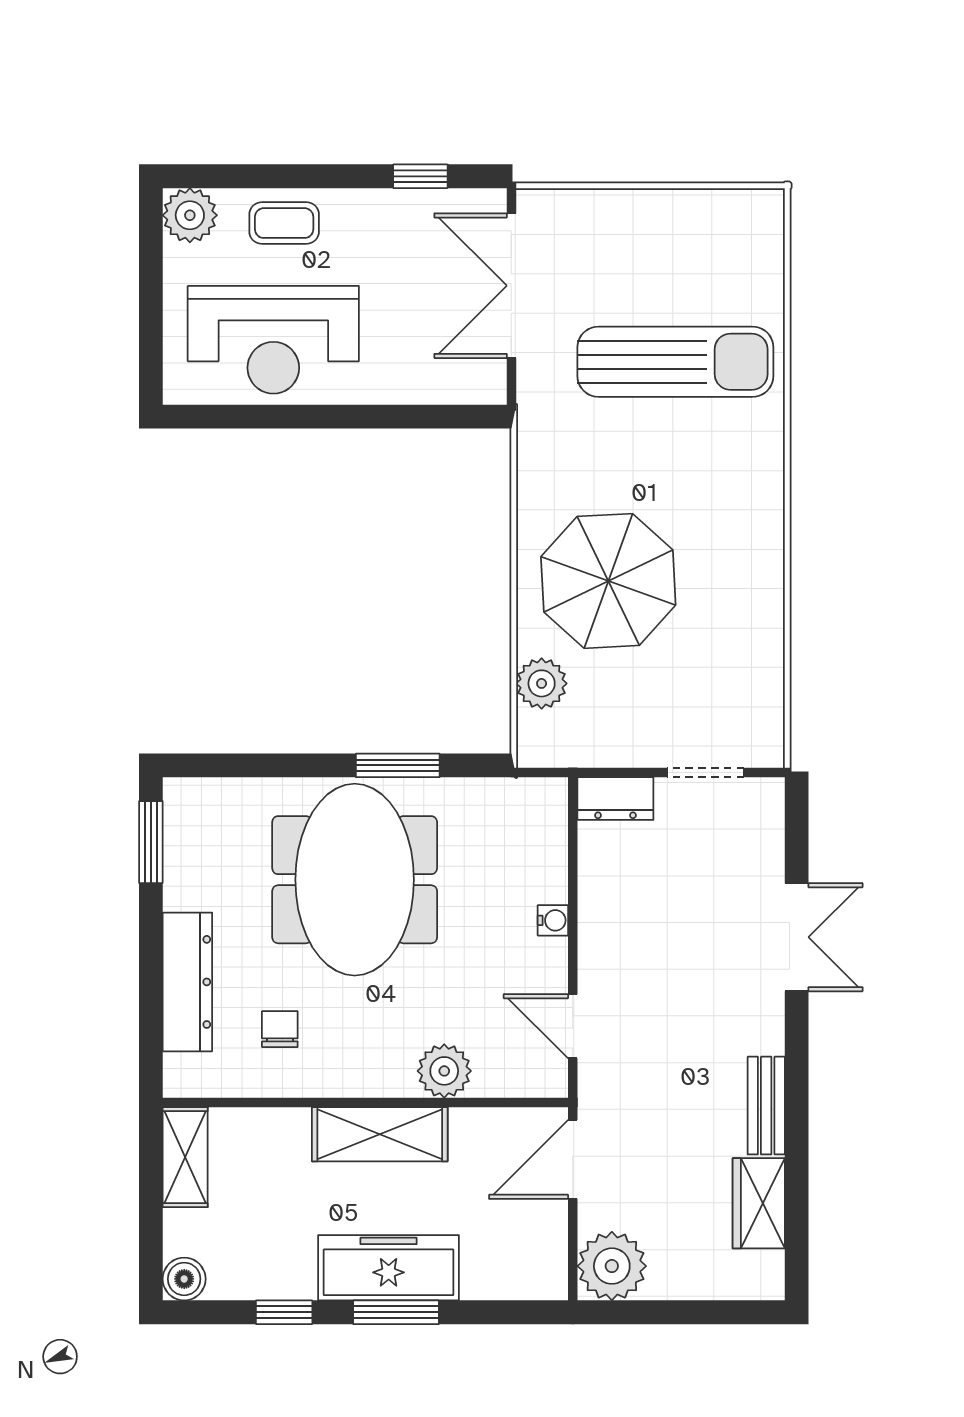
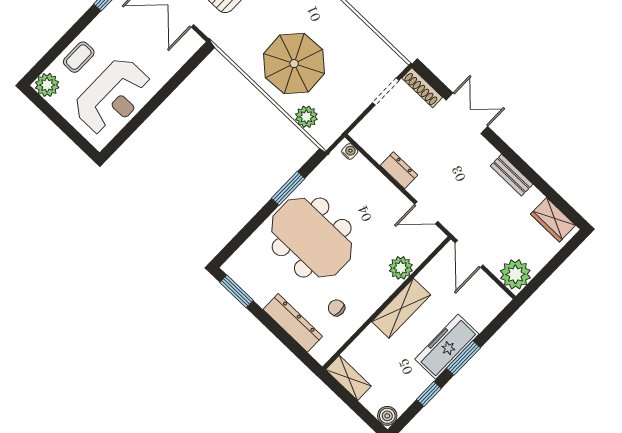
dresser: (615, 799) -> (399, 170), moved, turned -90
shoe rack: (769, 825) -> (422, 88), added
water cooler: (553, 920) -> (350, 151), moved
wardrobe: (759, 1203) -> (553, 220), moved

